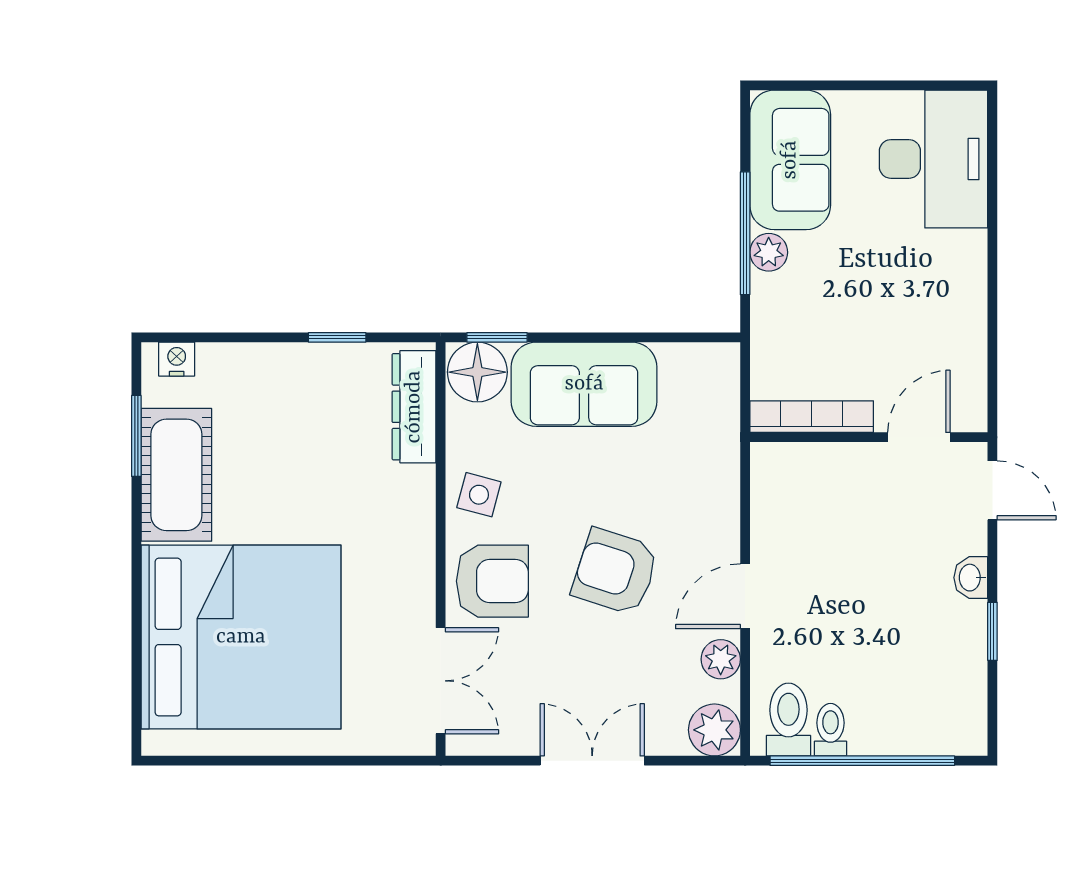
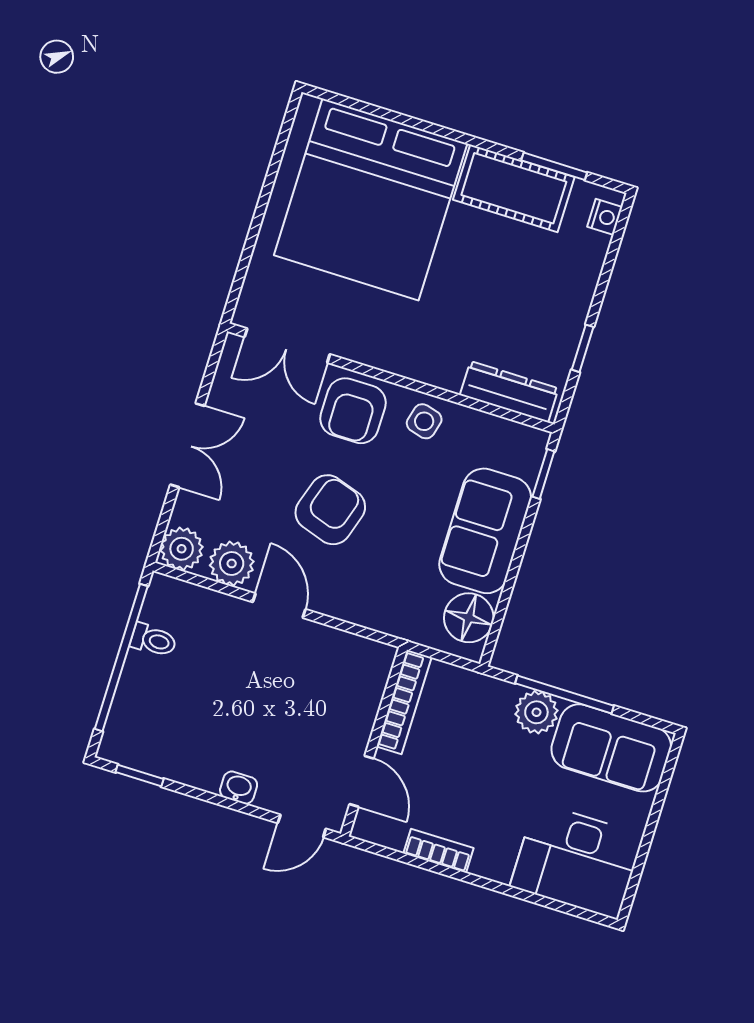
plant: (769, 252) -> (536, 712), width x1.38, depth x1.38
bookcase: (972, 323) -> (438, 851), added
floor lamp: (477, 372) -> (469, 618), moved
window: (992, 631) -> (140, 775), moved
plant: (721, 659) -> (232, 563), width x1.38, depth x1.38
toilet: (788, 719) -> (172, 610), removed

